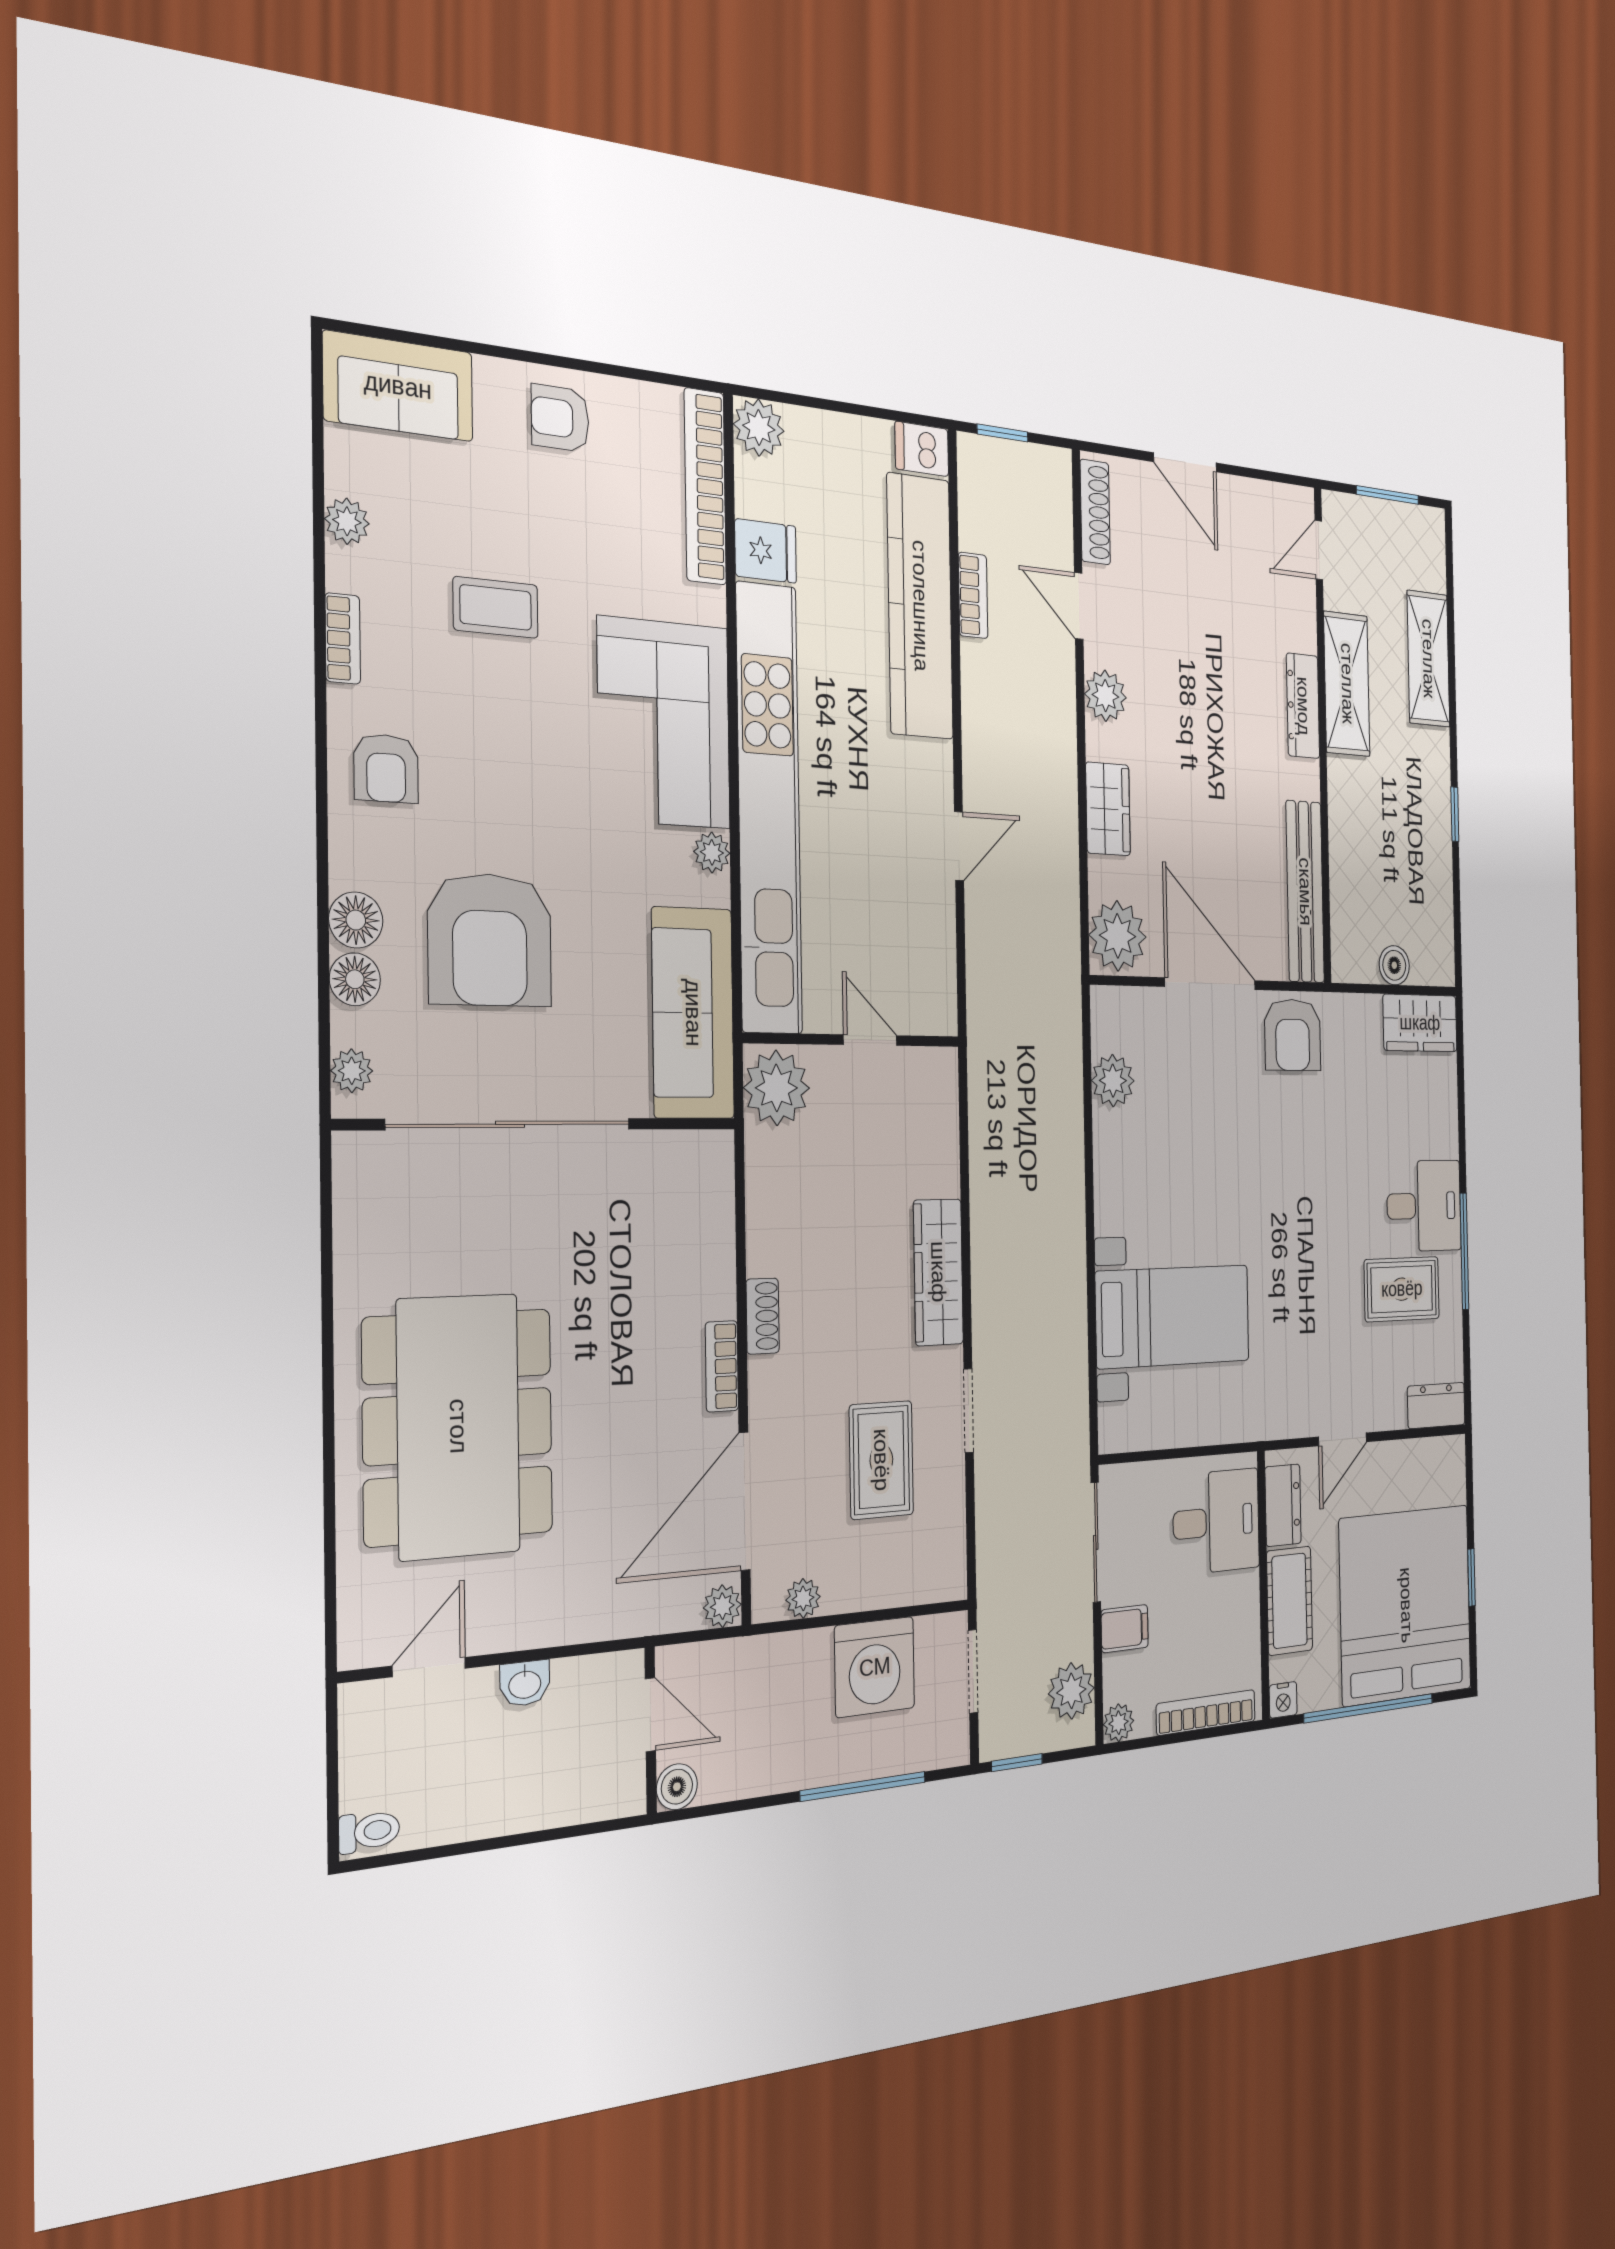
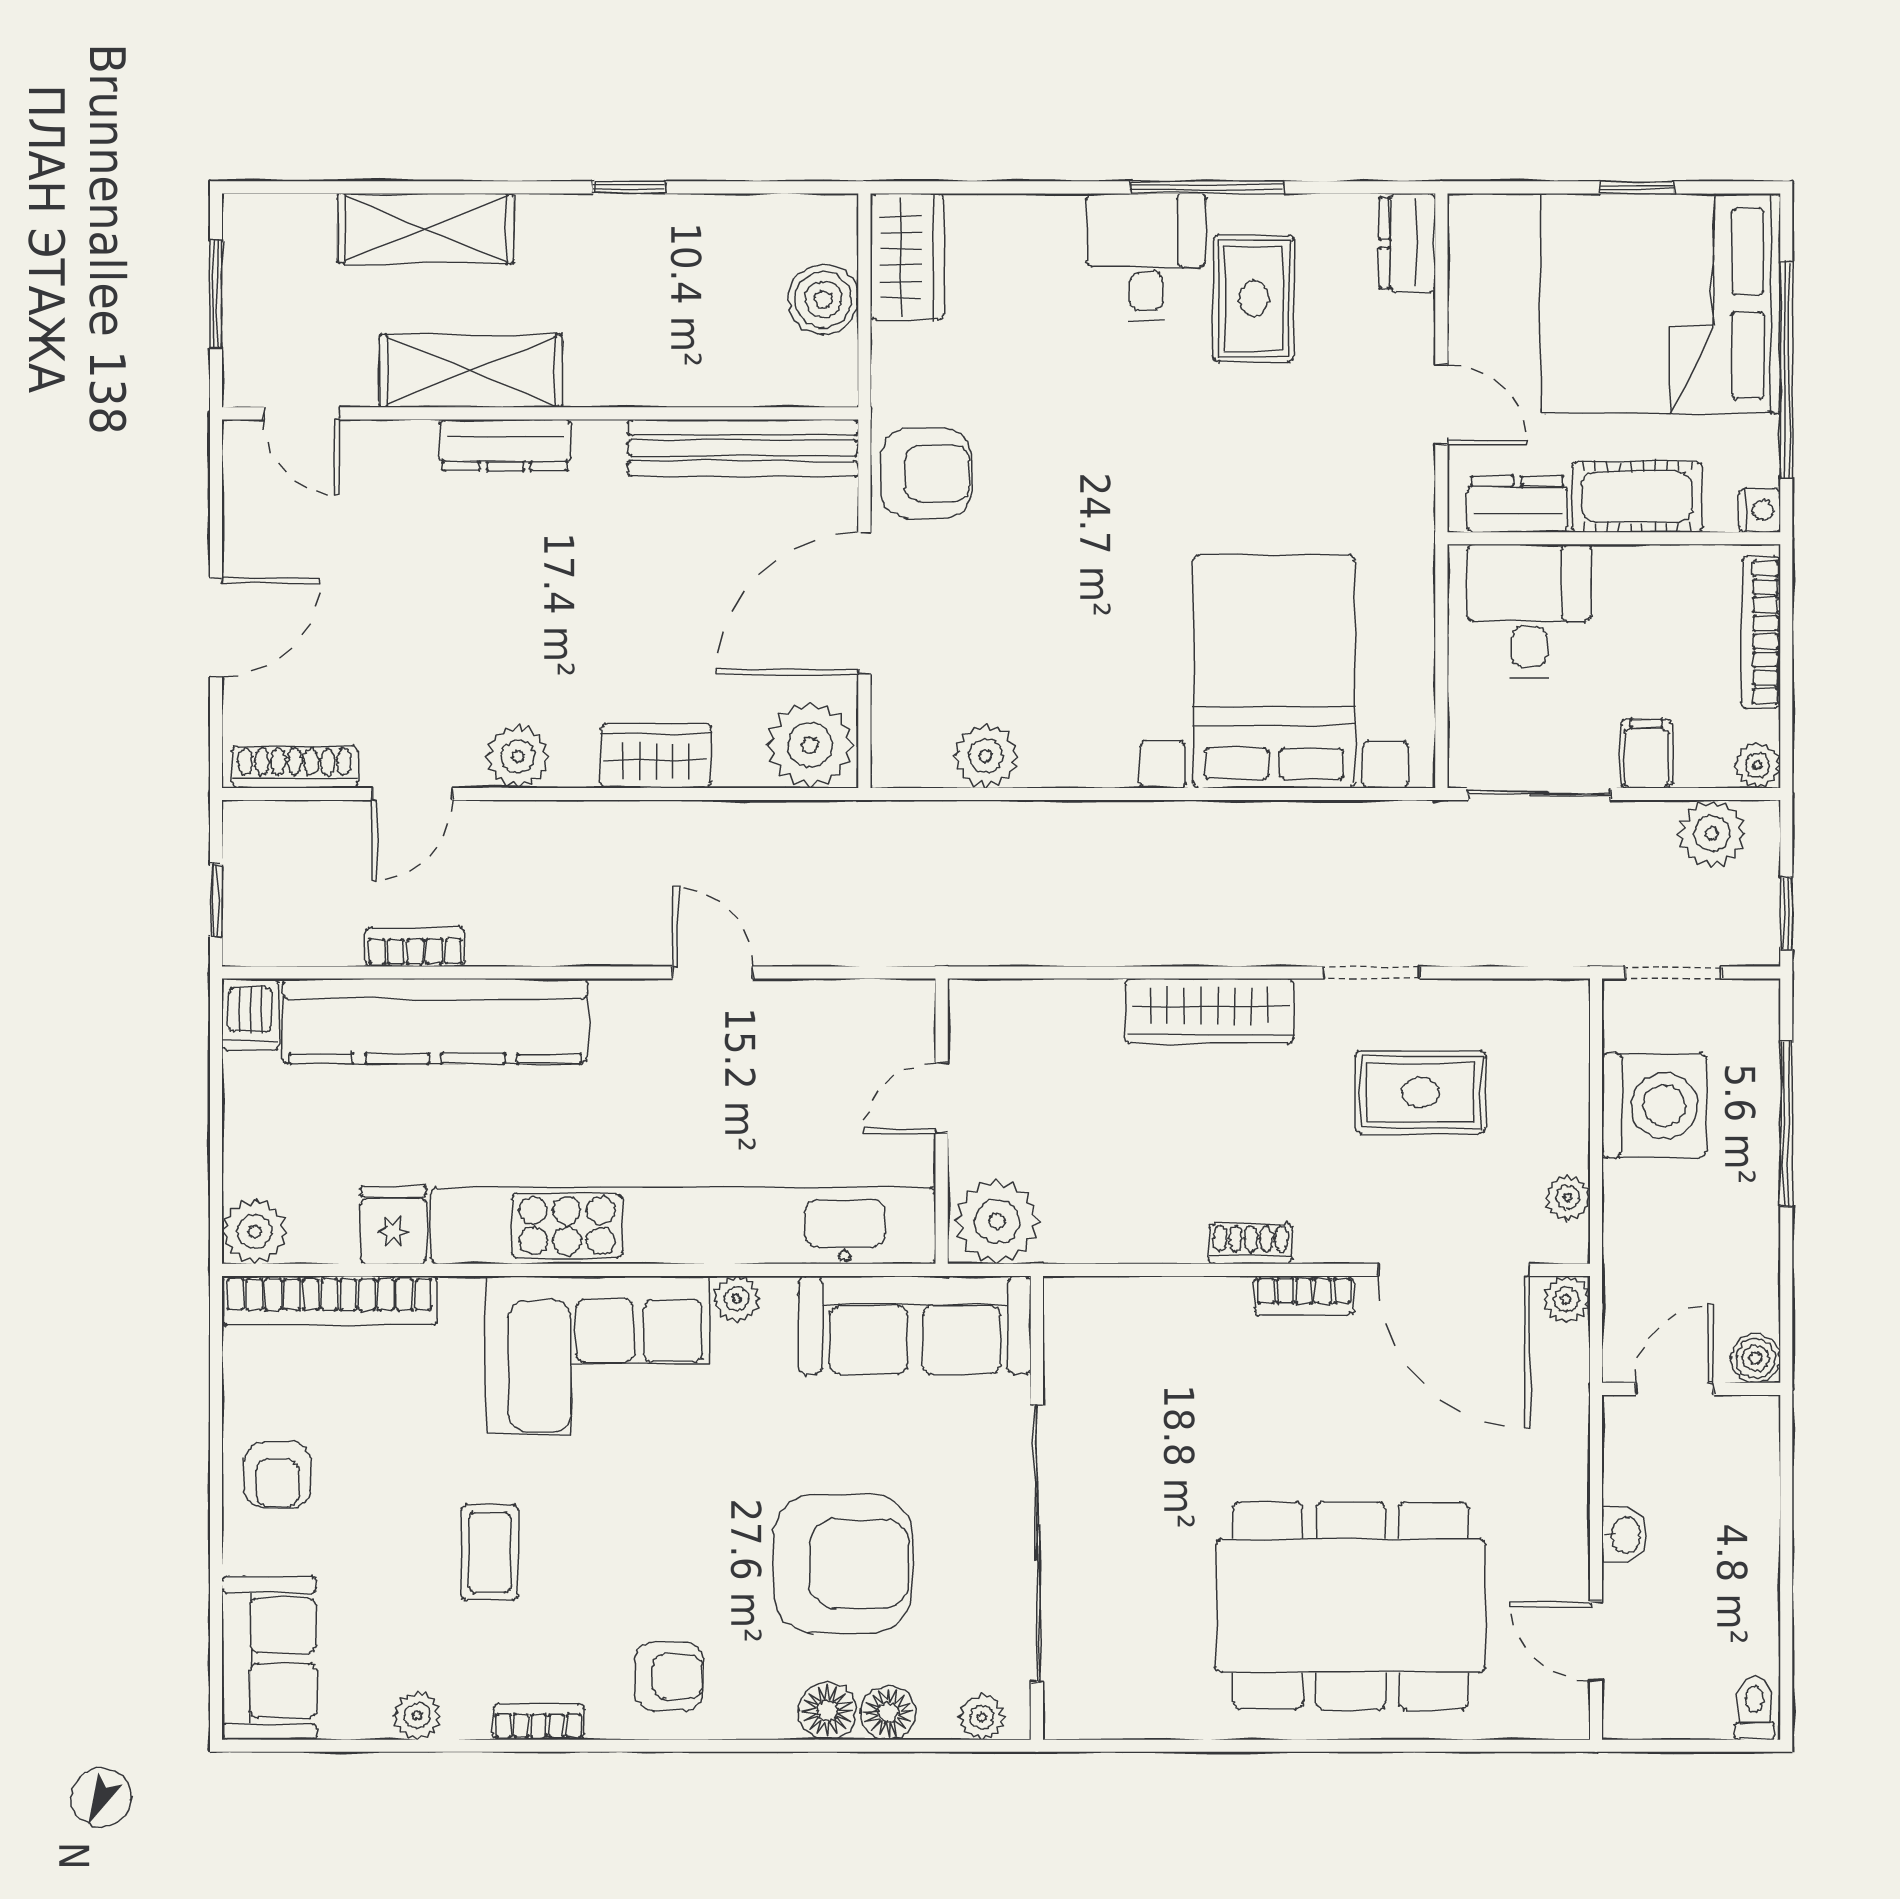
boiler: (1394, 965) -> (823, 300), width x1.36, depth x1.36
bed with nightstands: (1173, 1316) -> (1274, 671), width x1.36

